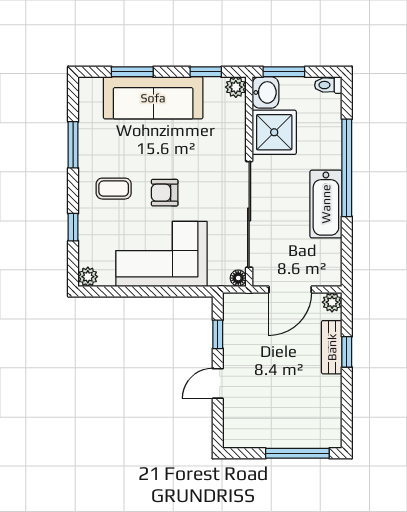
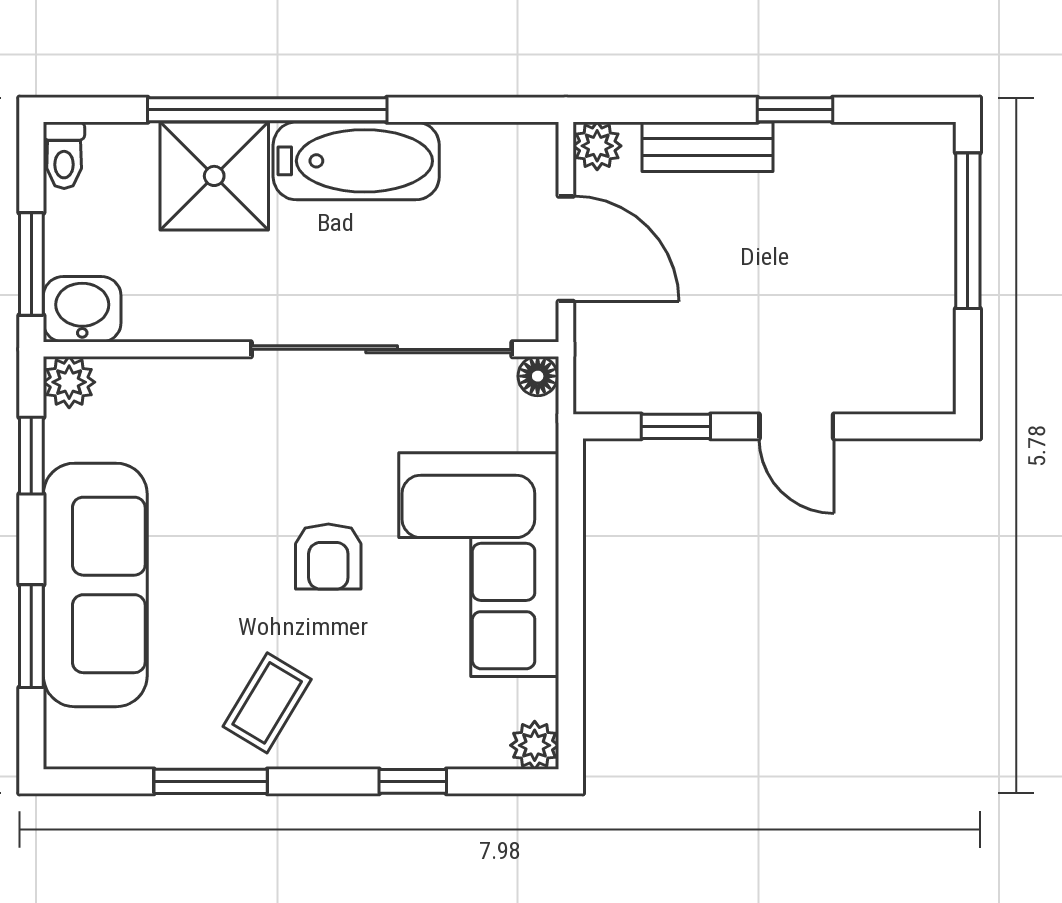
shower: (274, 132) -> (214, 176), moved
coffee table: (114, 189) -> (267, 703), moved, turned 31
window: (347, 352) -> (795, 110), moved

